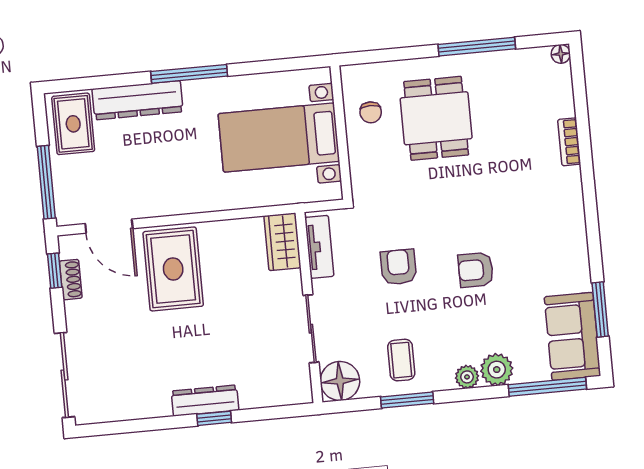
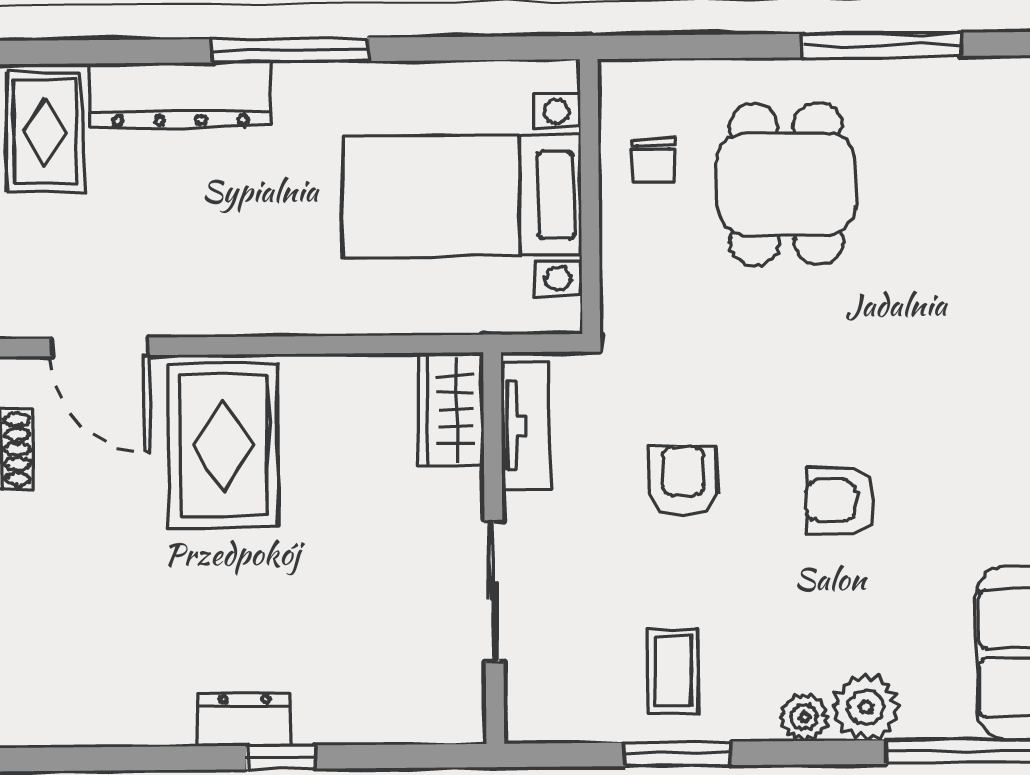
floor lamp: (340, 381) -> (544, 703), removed
dresser: (205, 401) -> (245, 720), width x0.70

